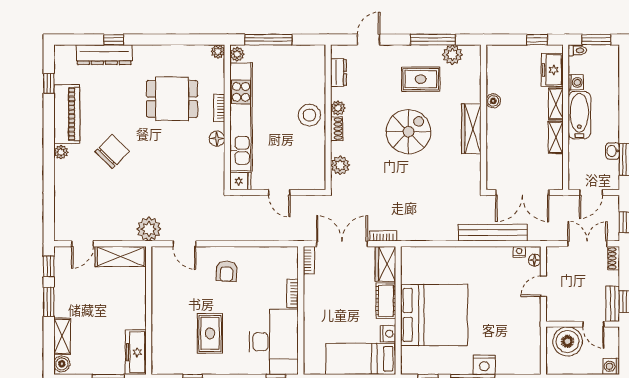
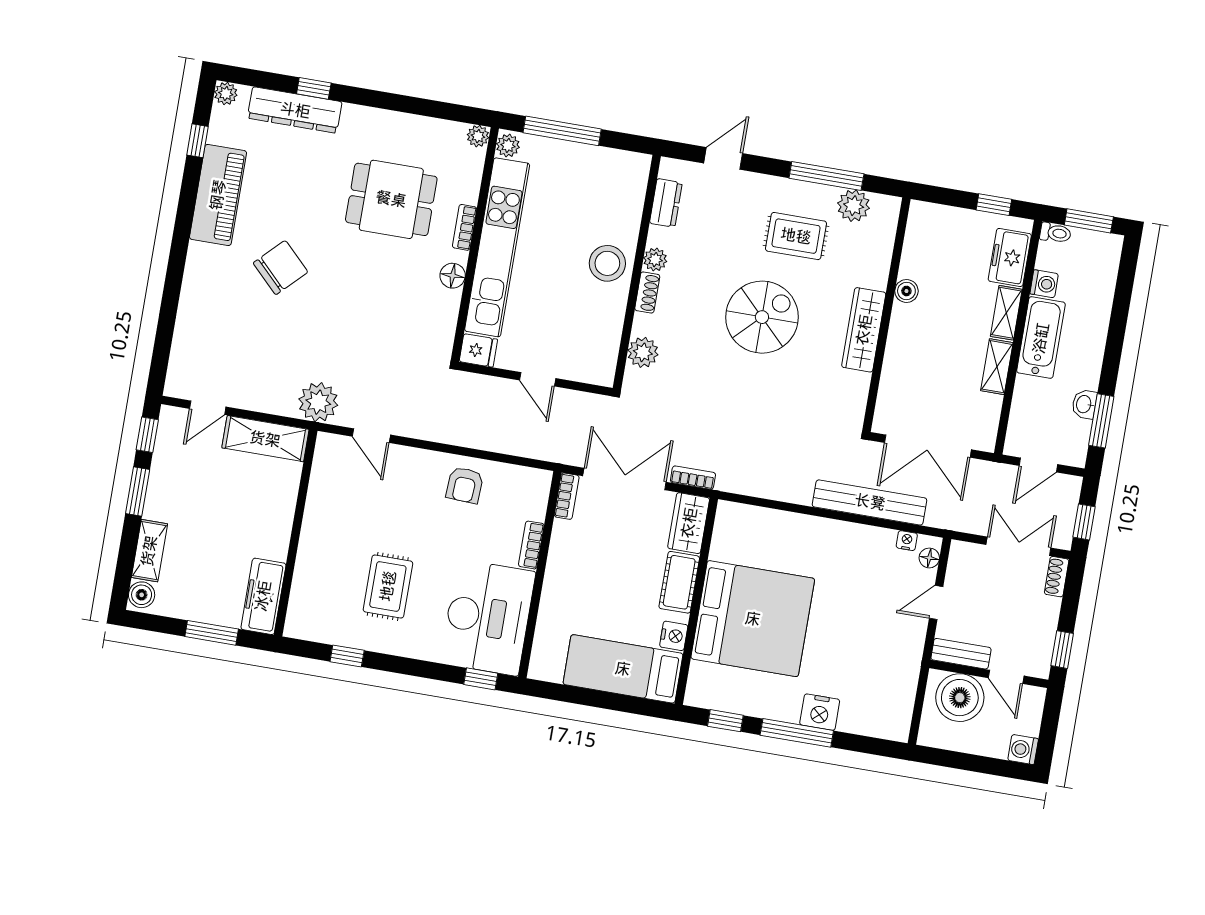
plant: (61, 152) -> (226, 94), moved
armchair: (226, 271) -> (465, 485), moved
bench: (613, 304) -> (961, 654), moved, turned 90

